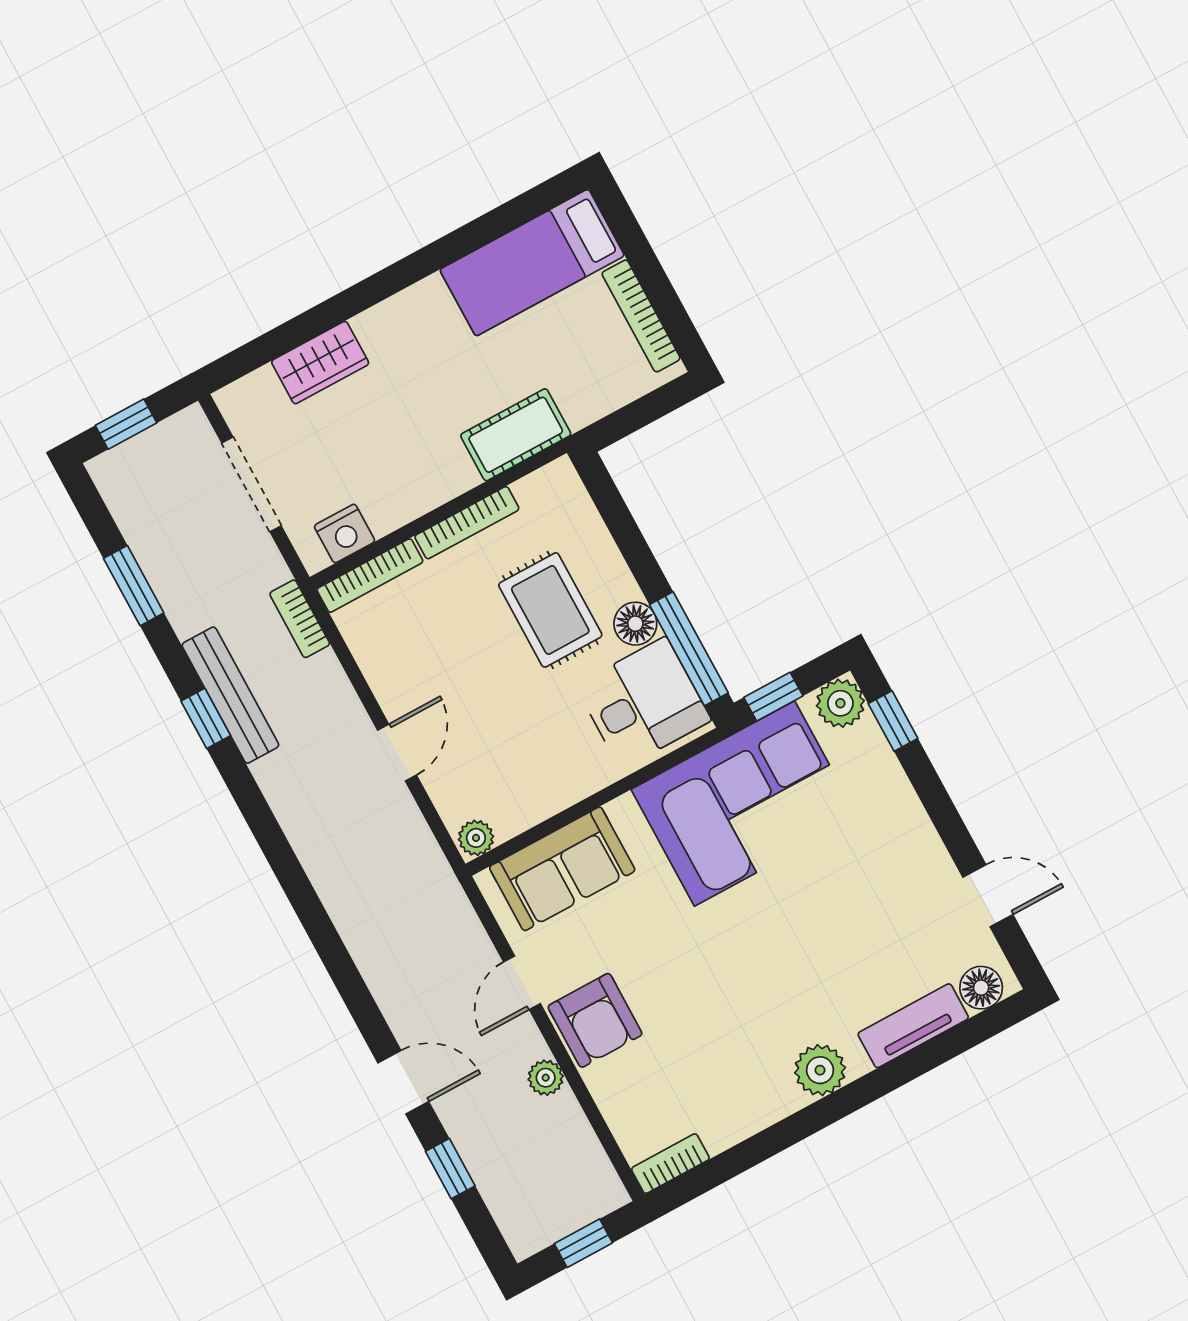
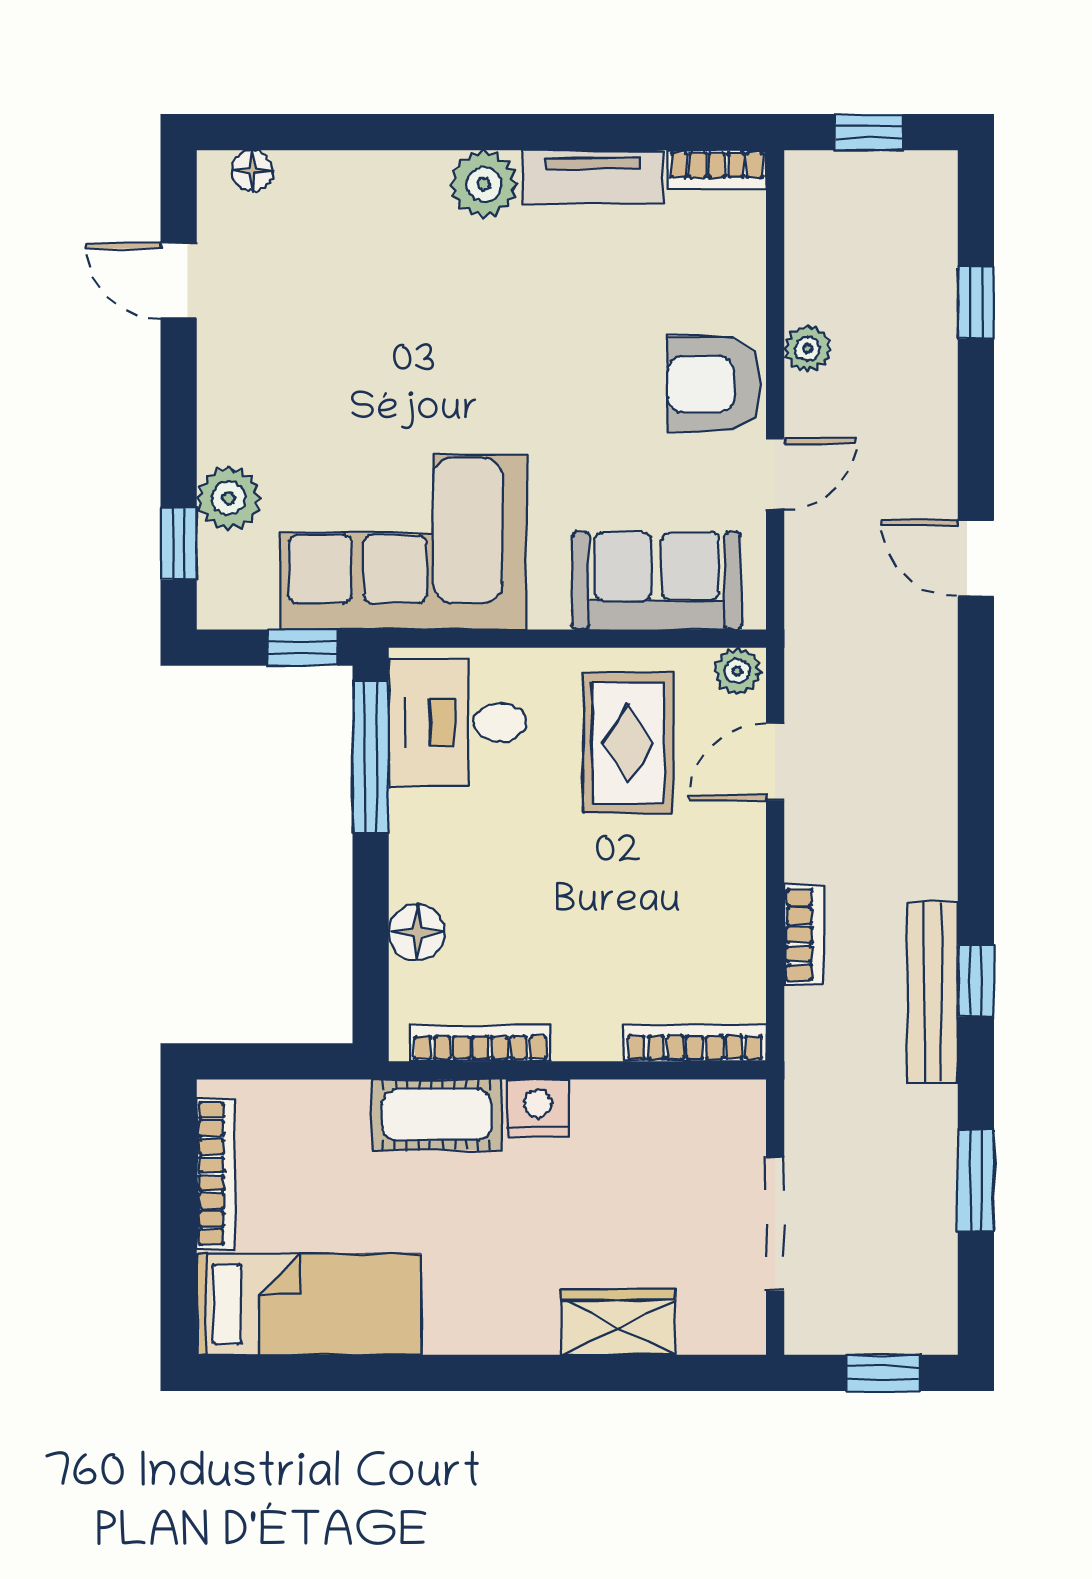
bookcase: (467, 523) -> (481, 1043), moved
nightstand: (345, 533) -> (538, 1108), moved
rug: (550, 610) -> (628, 743), moved
bookcase: (300, 619) -> (804, 935), moved
floor lamp: (635, 624) -> (417, 932), moved
plant: (840, 703) -> (229, 498), moved
door: (397, 753) -> (775, 762), moved
floor lamp: (981, 988) -> (252, 171), width x0.73, depth x0.73
armchair: (595, 1020) -> (714, 384), turned -90
tv unit: (913, 1026) -> (593, 177), moved
door: (403, 1082) -> (976, 558), moved

